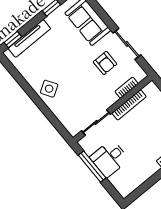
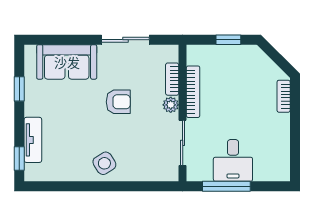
tv unit: (29, 38) -> (33, 140), width x0.71
armchair: (105, 63) -> (118, 102), moved
plant: (112, 99) -> (171, 105), added

